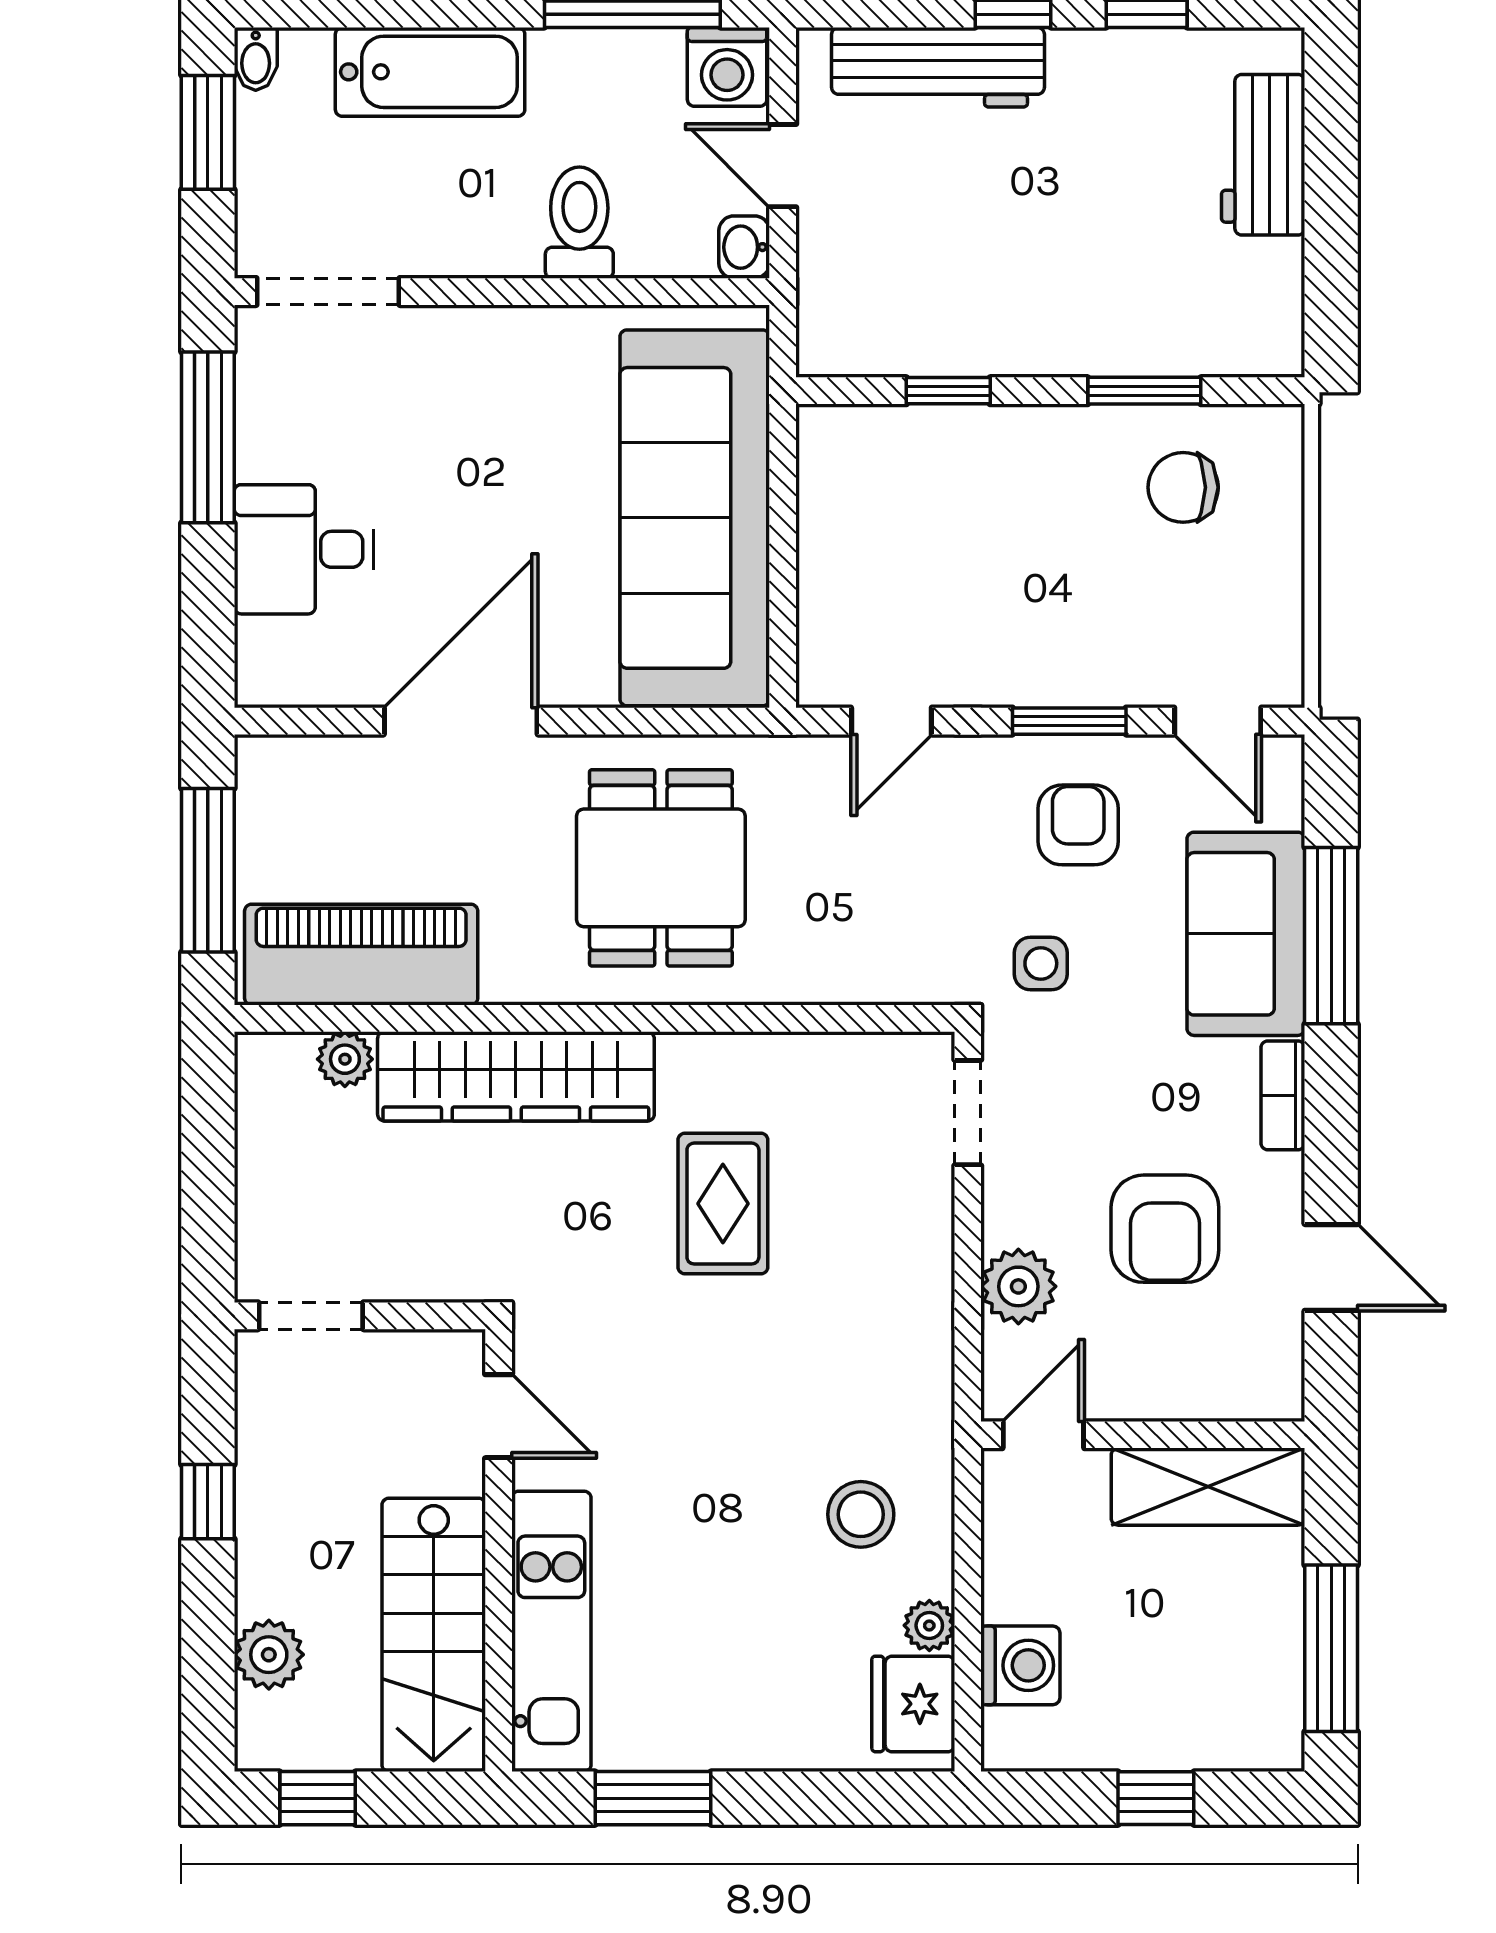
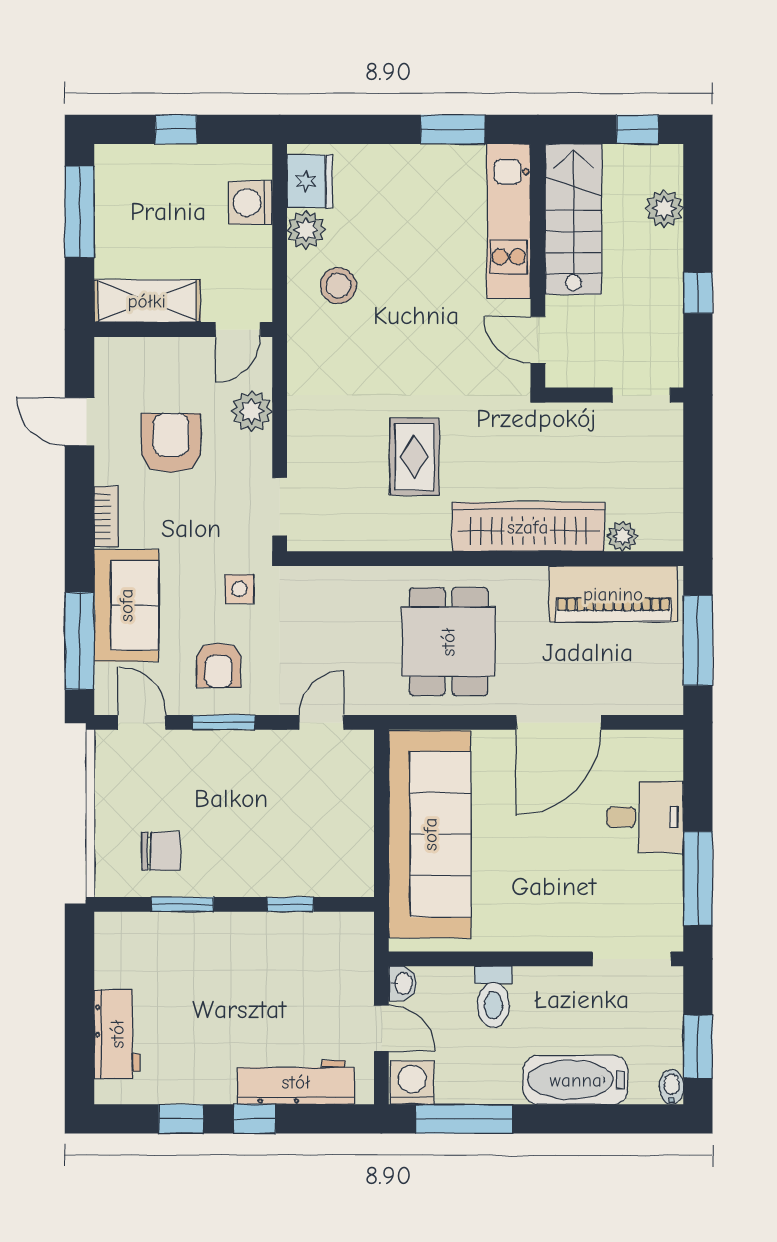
window: (1331, 936) -> (79, 641), moved
plant: (929, 1625) -> (306, 230), width x1.38, depth x1.38

